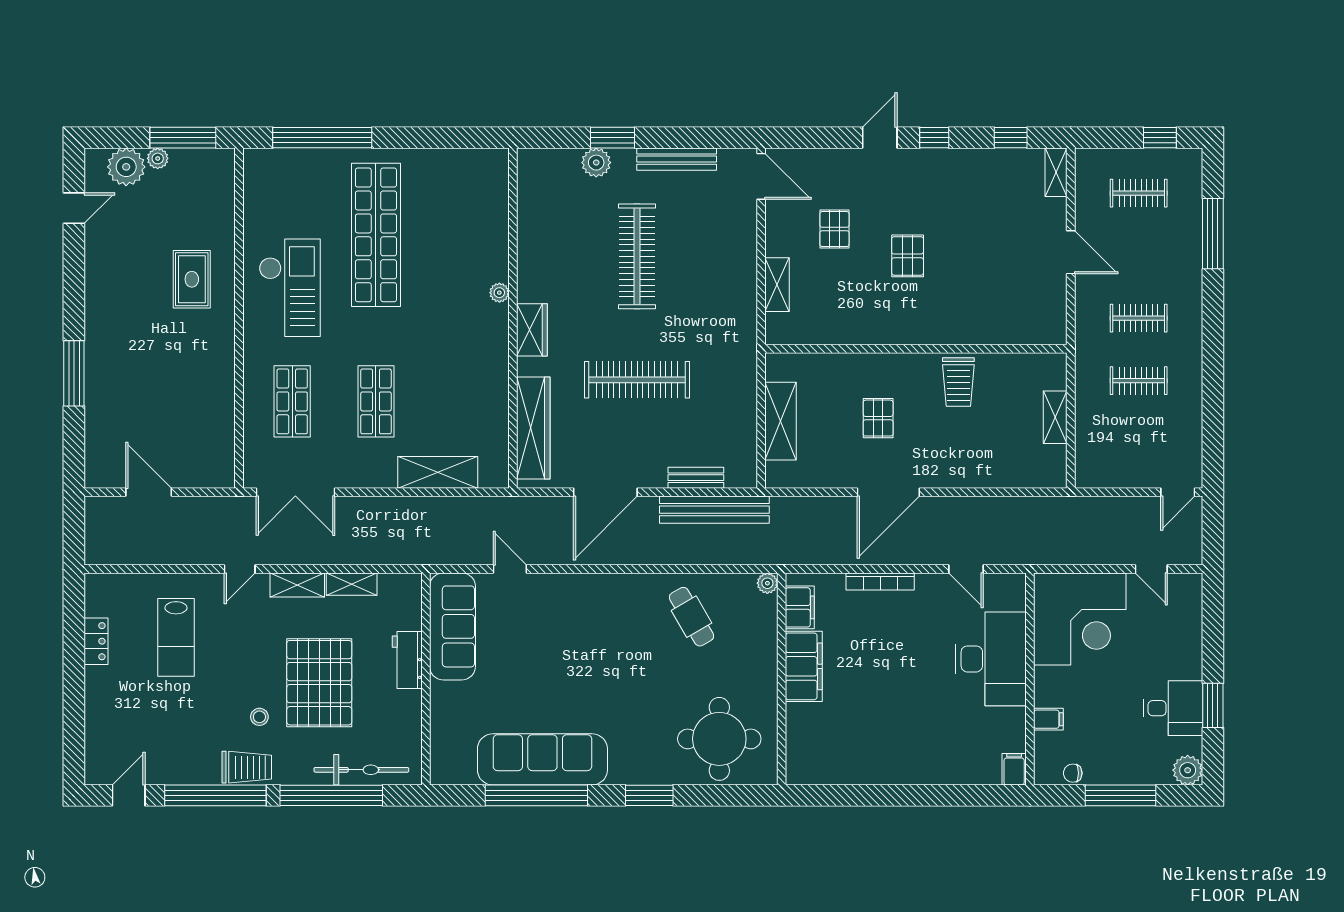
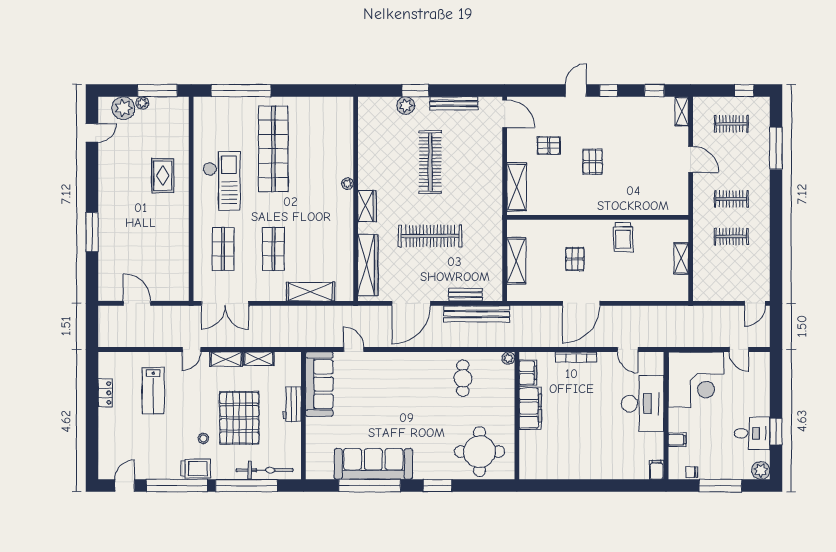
pallet: (834, 229) -> (549, 145), turned 90
shelving: (777, 285) -> (517, 187), width x1.50, depth x1.33
cafe table: (692, 617) -> (463, 378), turned 30

